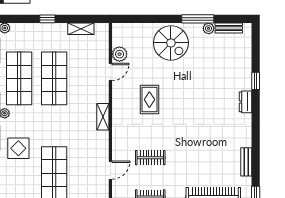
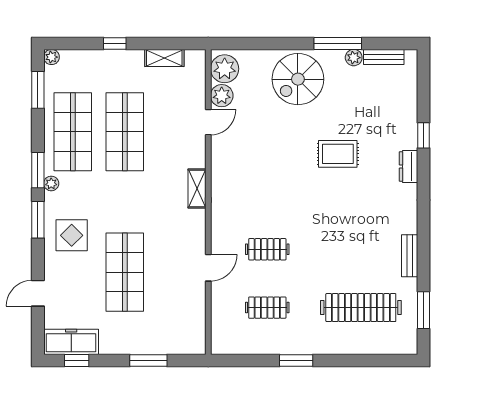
plant: (121, 36) -> (225, 69), added
spiral stairs: (171, 43) -> (298, 79), turned 90
rug: (149, 100) -> (338, 154), moved, turned 90

